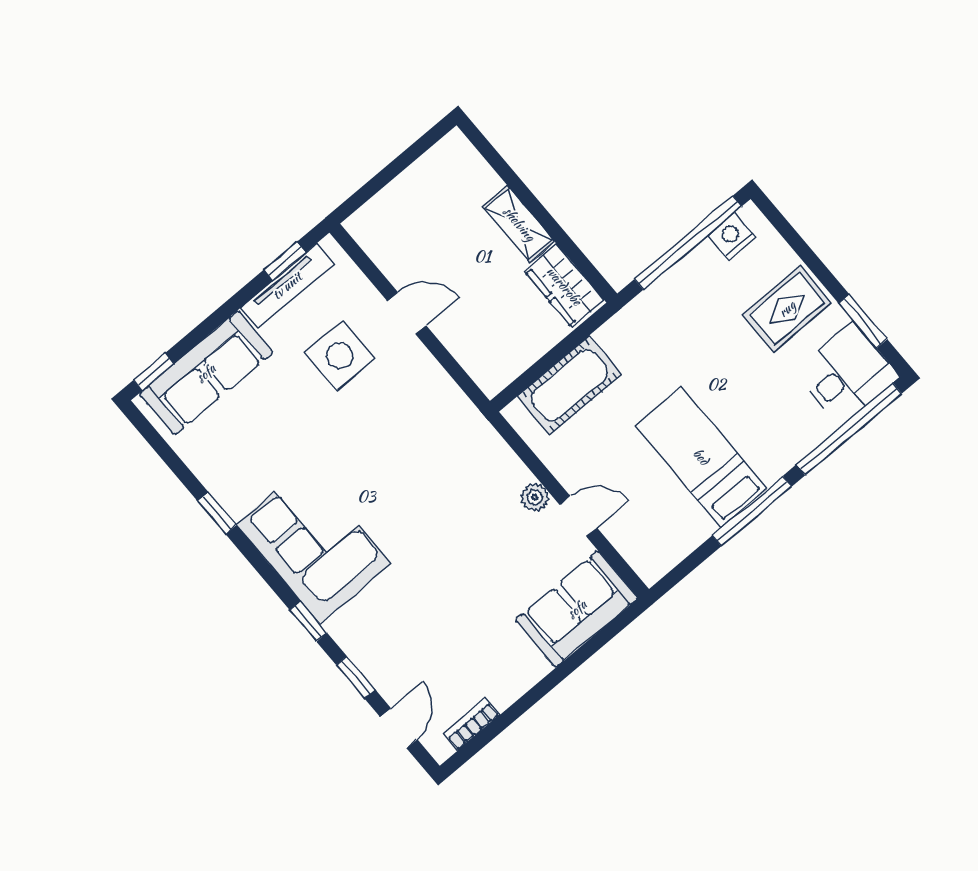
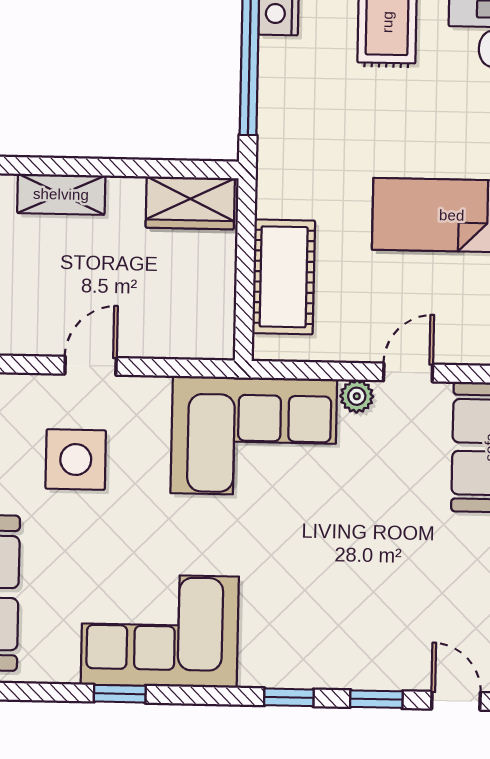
shelving: (519, 224) -> (61, 194), moved
corner sofa: (453, 455) -> (254, 436), added
corner sofa: (313, 544) -> (160, 631), moved

